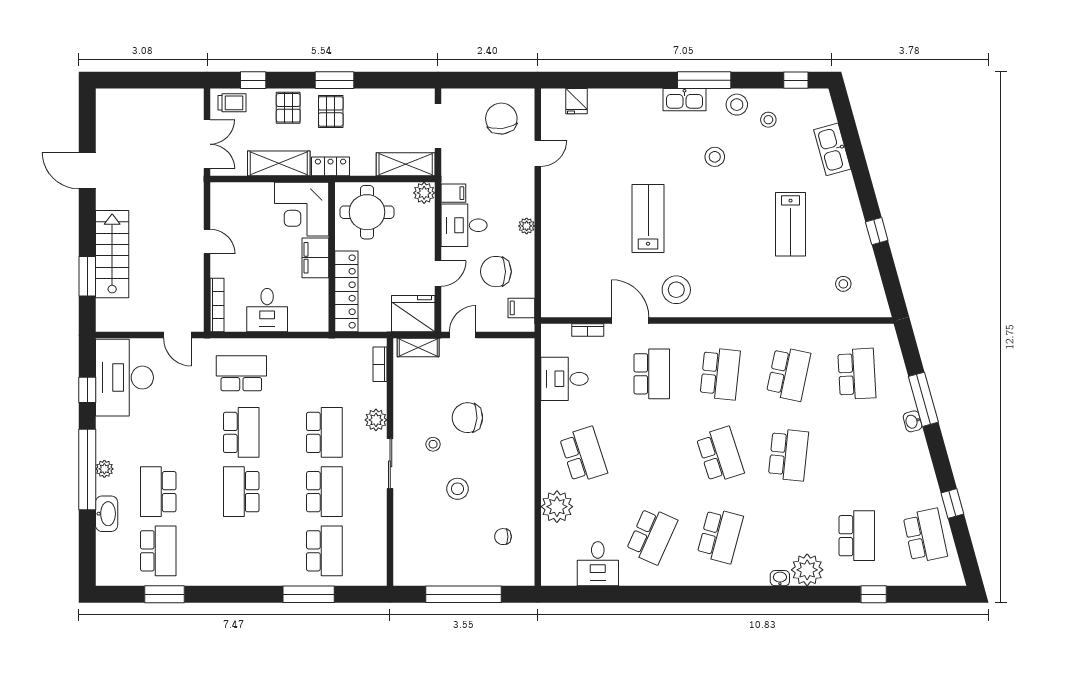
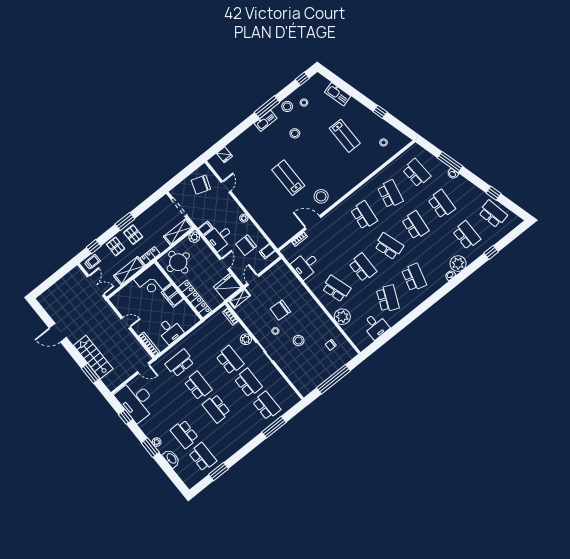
chair: (501, 119) -> (201, 185), turned -64
school desk: (652, 374) -> (363, 267), moved
school desk: (857, 455) -> (442, 204), added
window: (87, 469) -> (150, 448), width x0.47

